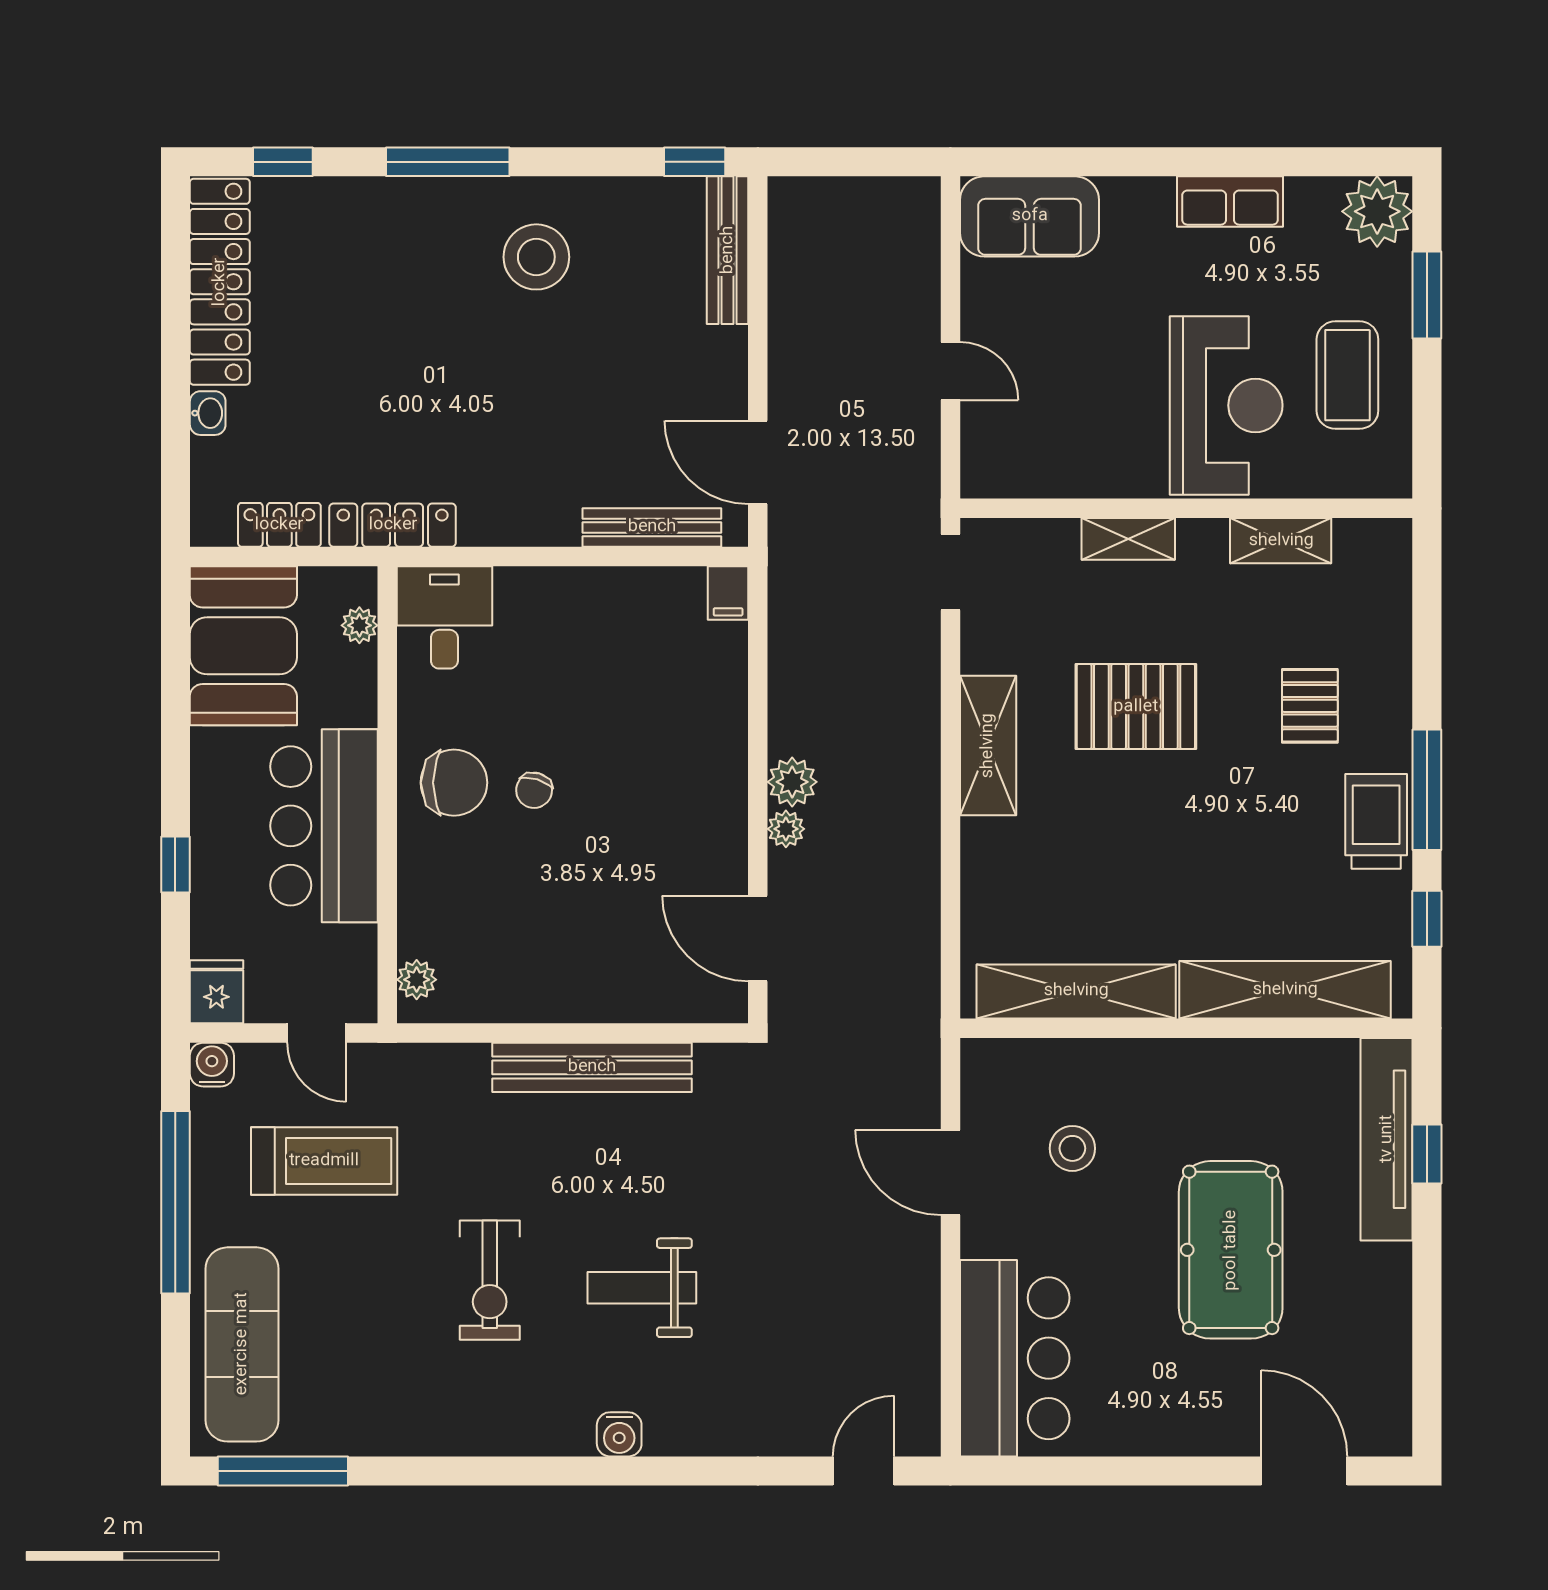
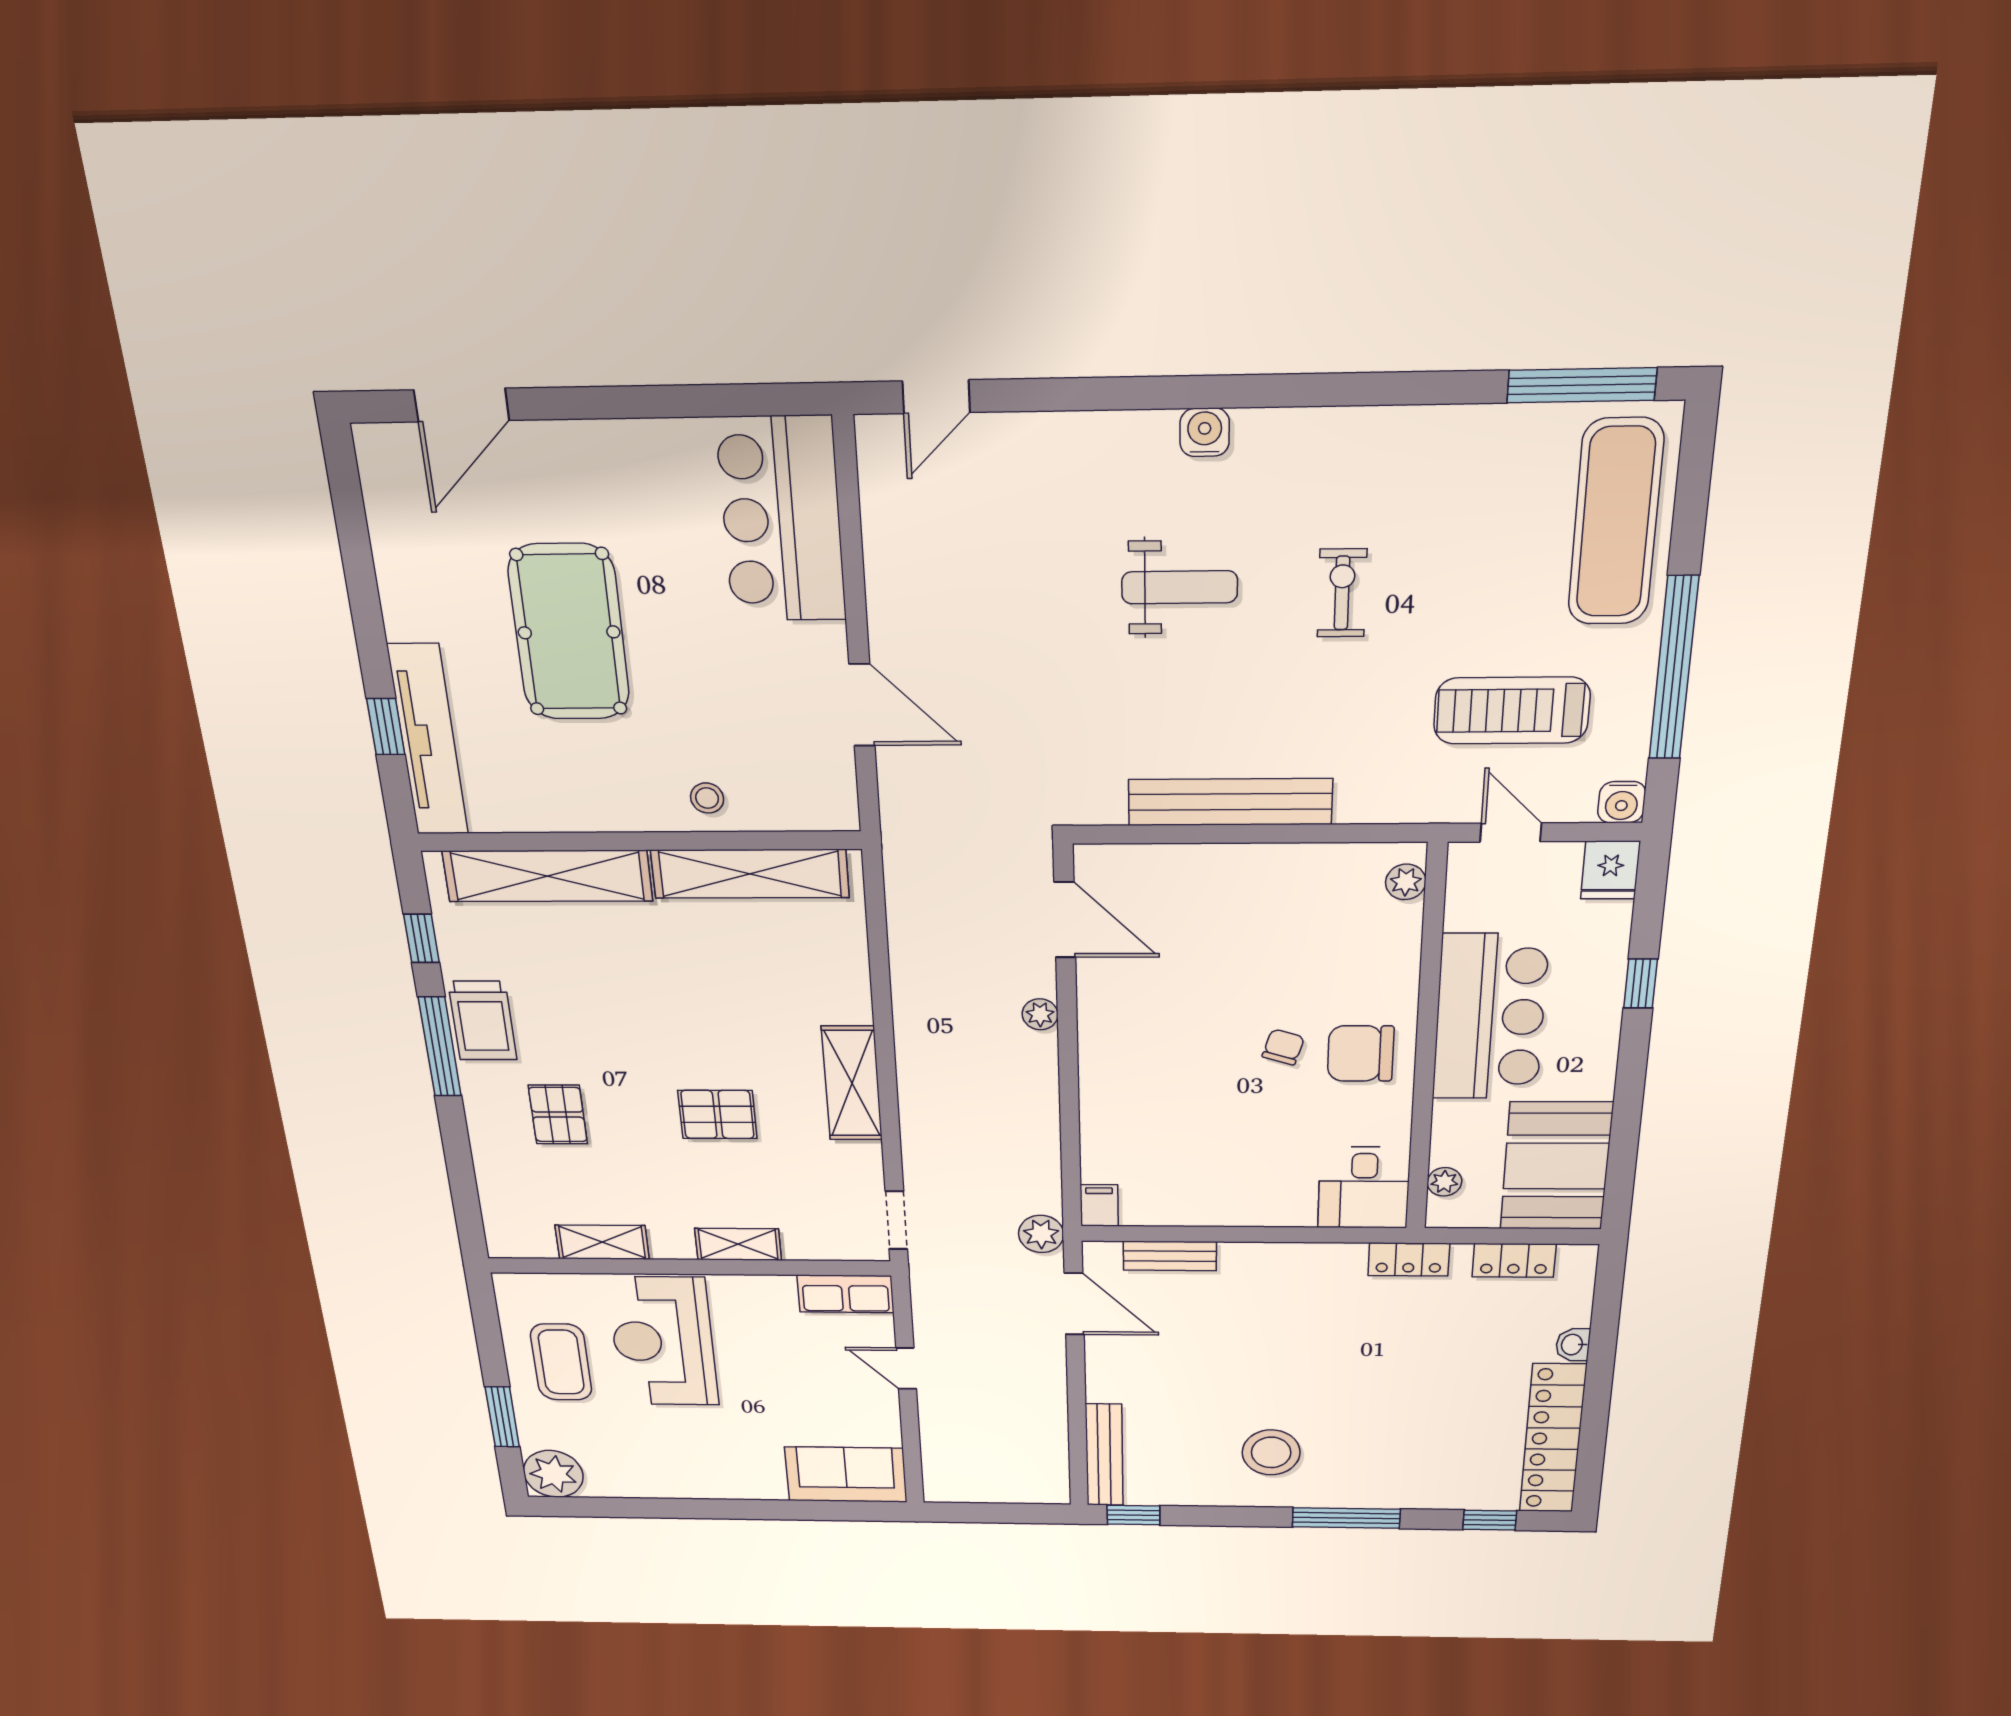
row of seats: (1230, 202) -> (846, 1294), moved, turned 180
locker: (393, 525) -> (1409, 1259), width x0.66
bench: (652, 527) -> (1170, 1256), width x0.73
pallet: (1136, 707) -> (717, 1114), width x0.67, depth x0.71
plant: (792, 782) -> (1041, 1234), moved
stool: (1072, 1148) -> (707, 798), moved, width x0.73, depth x0.73
exercise bike: (490, 1280) -> (1342, 593), width x0.73, depth x0.72
door: (1304, 1471) -> (462, 405), hinge flipped

